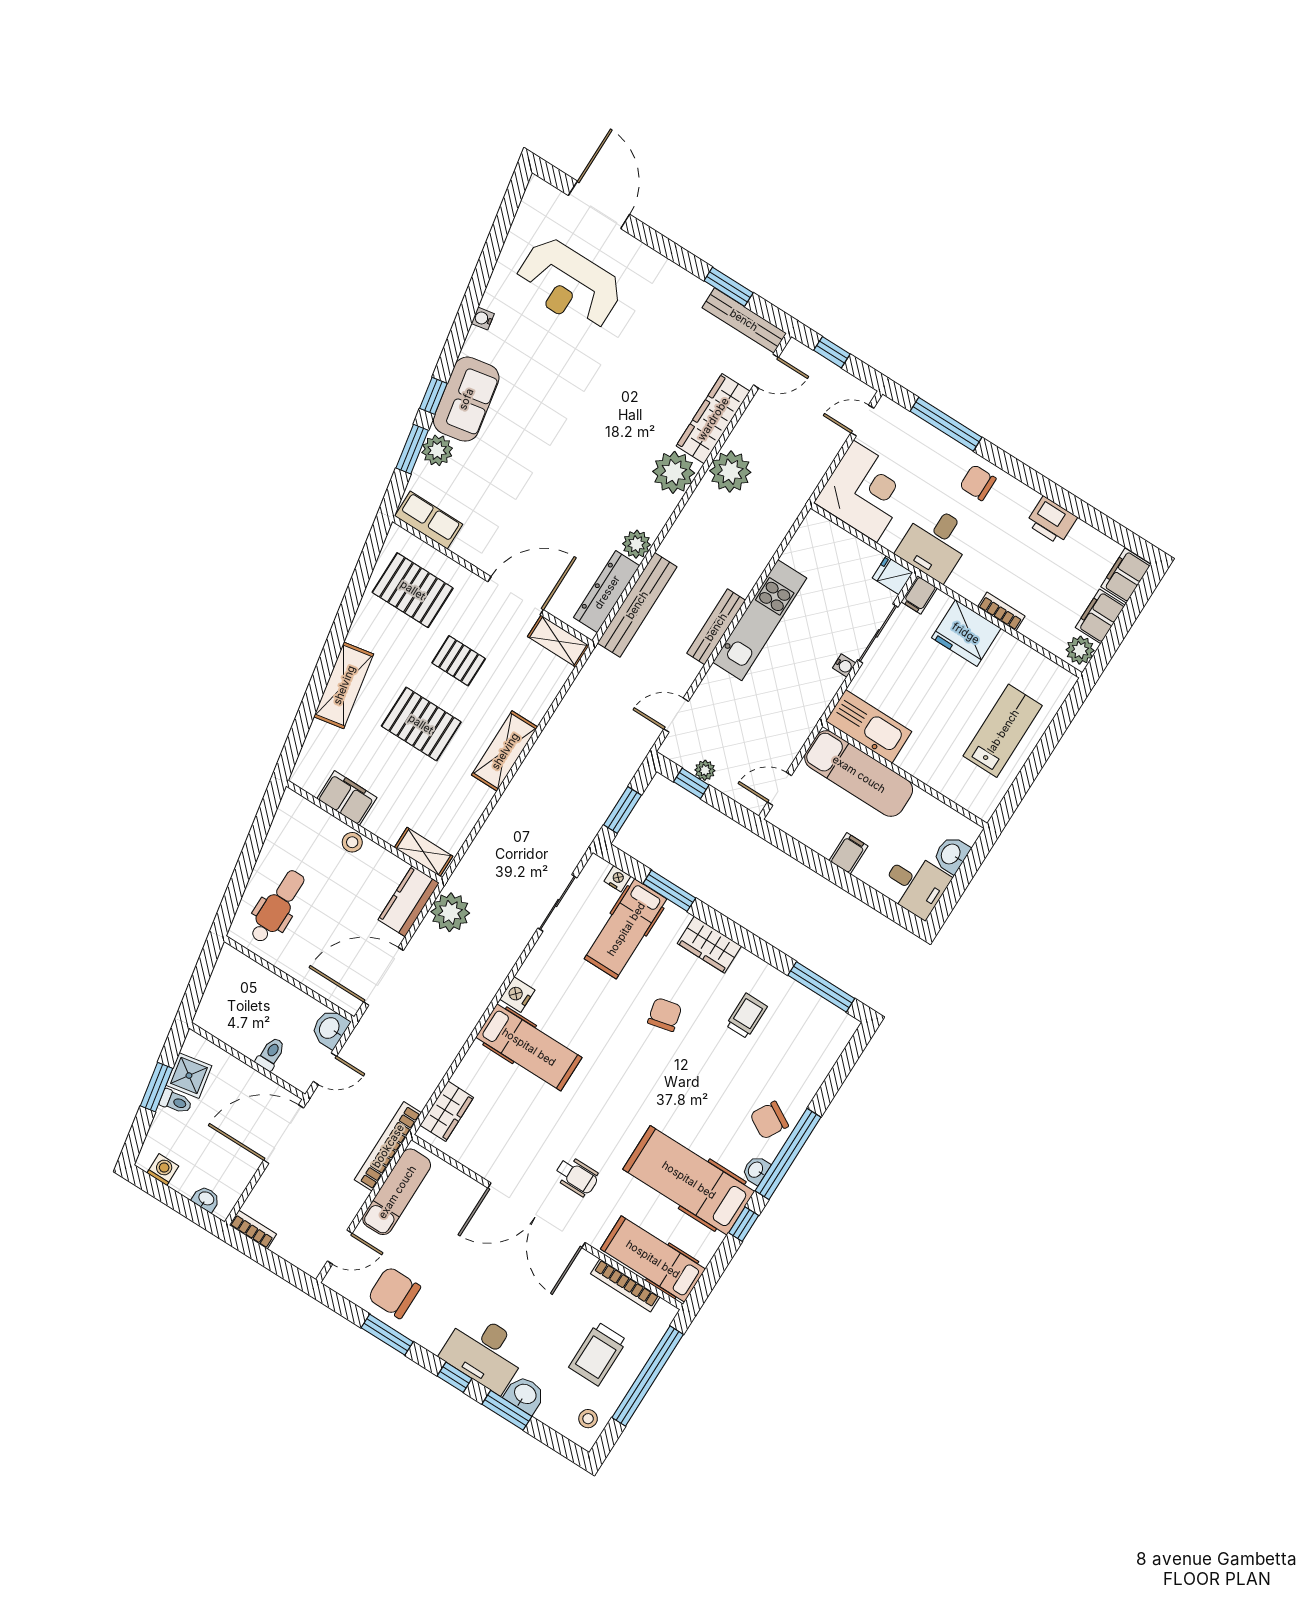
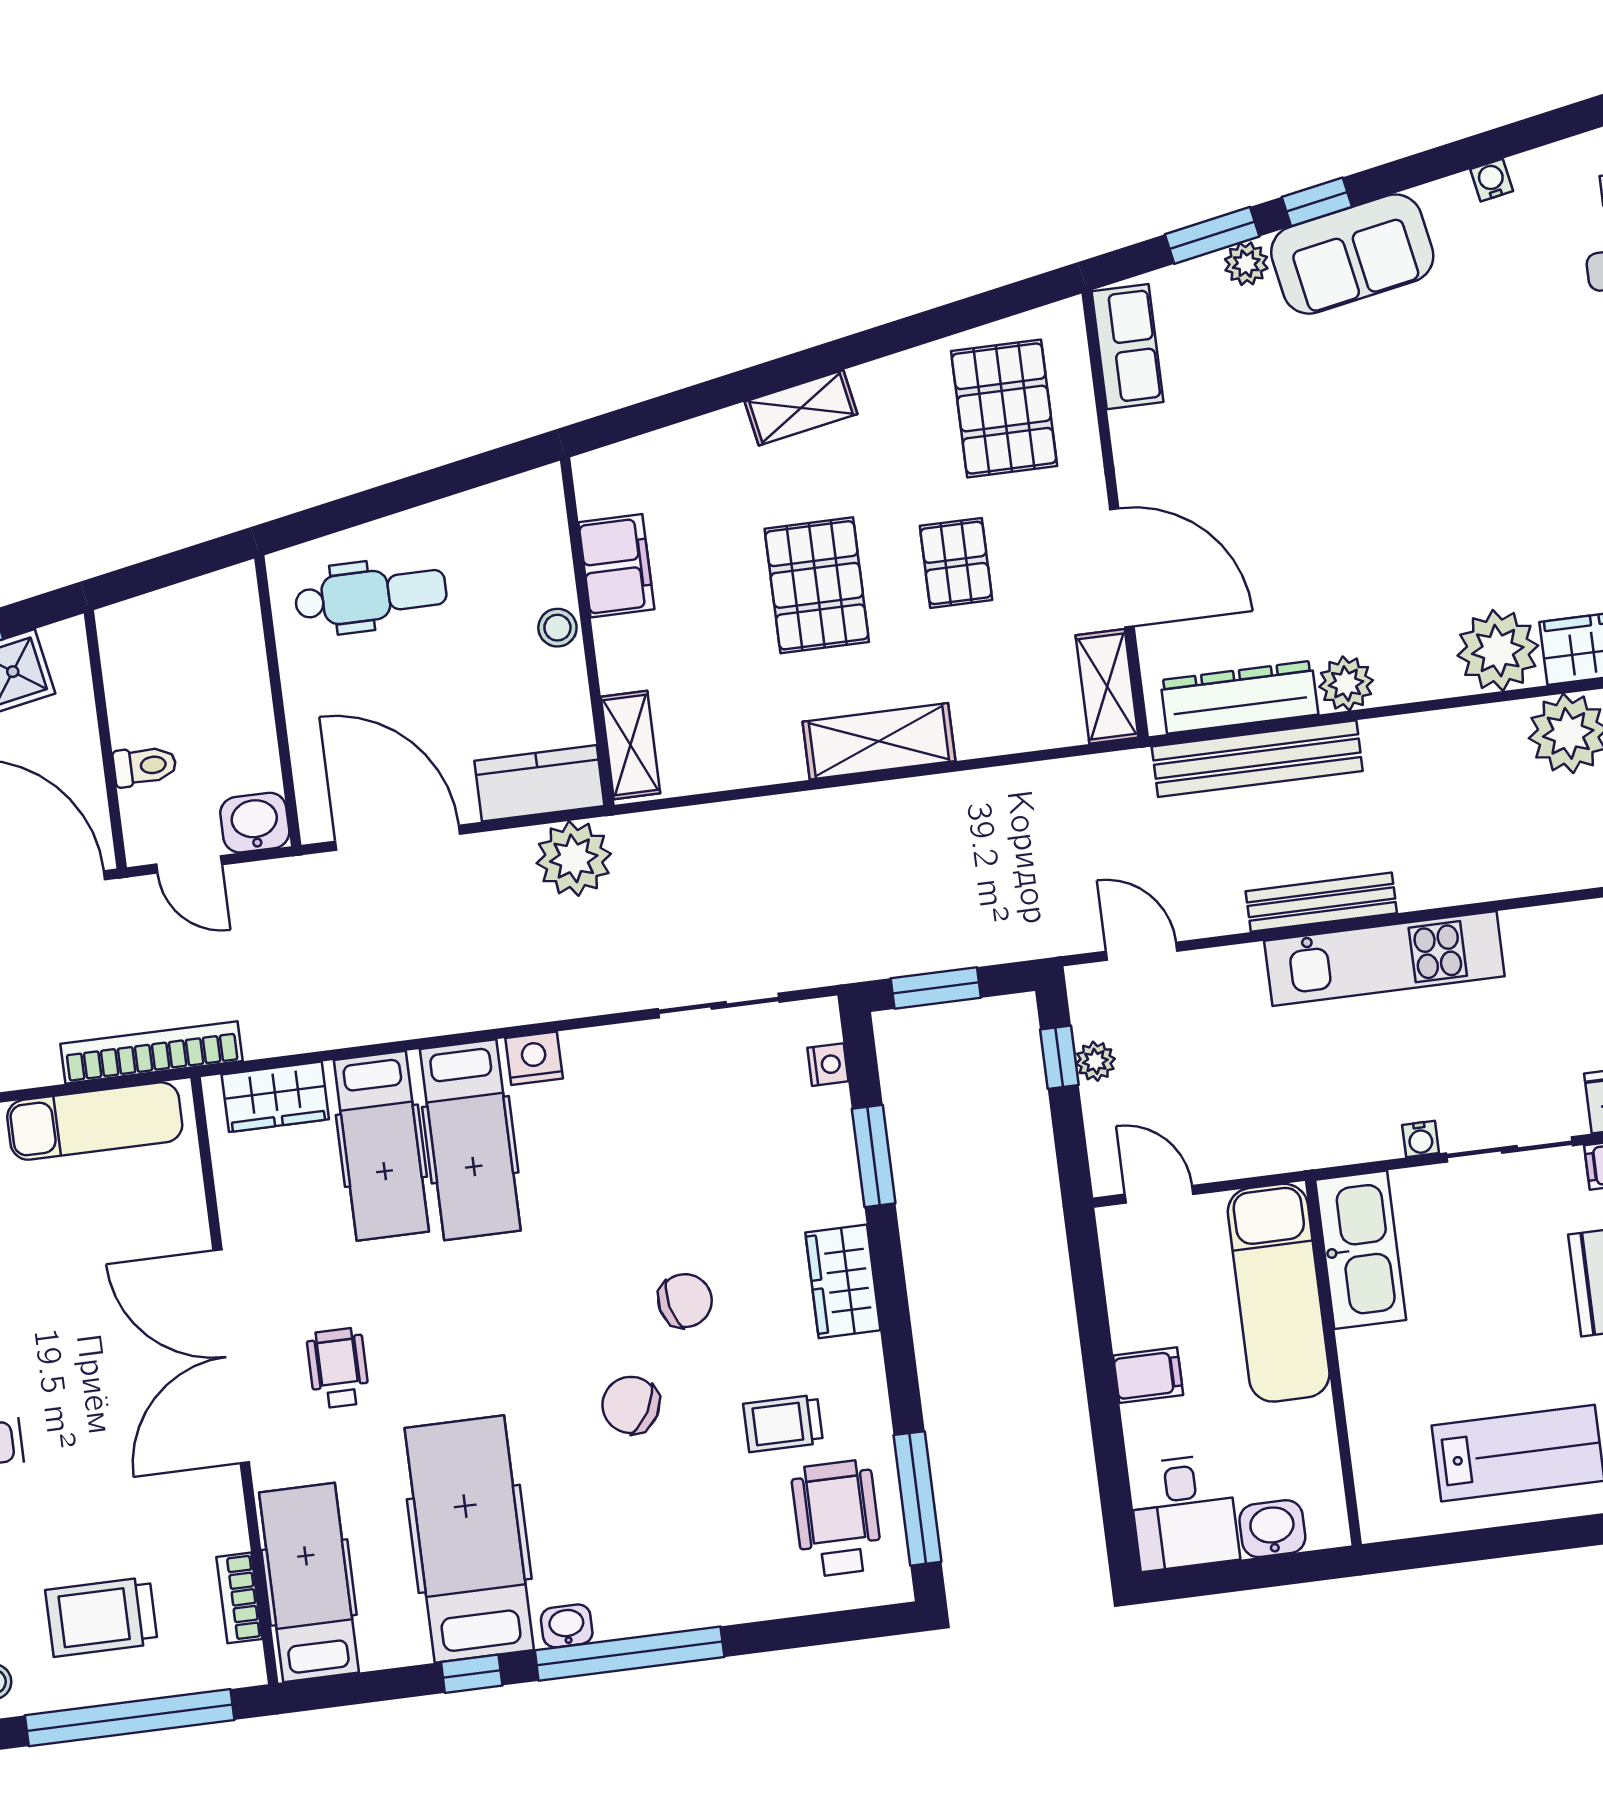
plant: (437, 450) -> (1246, 264), width x0.73, depth x0.73
shelving: (344, 685) -> (801, 408), width x0.67, depth x0.75
hospital bed: (626, 929) -> (381, 1146), moved, turned -90
trolley: (747, 1016) -> (783, 1423), turned 180
wheelchair: (803, 1026) -> (837, 1518), added
chair: (769, 1120) -> (631, 1405), moved
wheelchair: (577, 1176) -> (338, 1368), turned 180
bookcase: (625, 1285) -> (239, 1598), width x0.64

